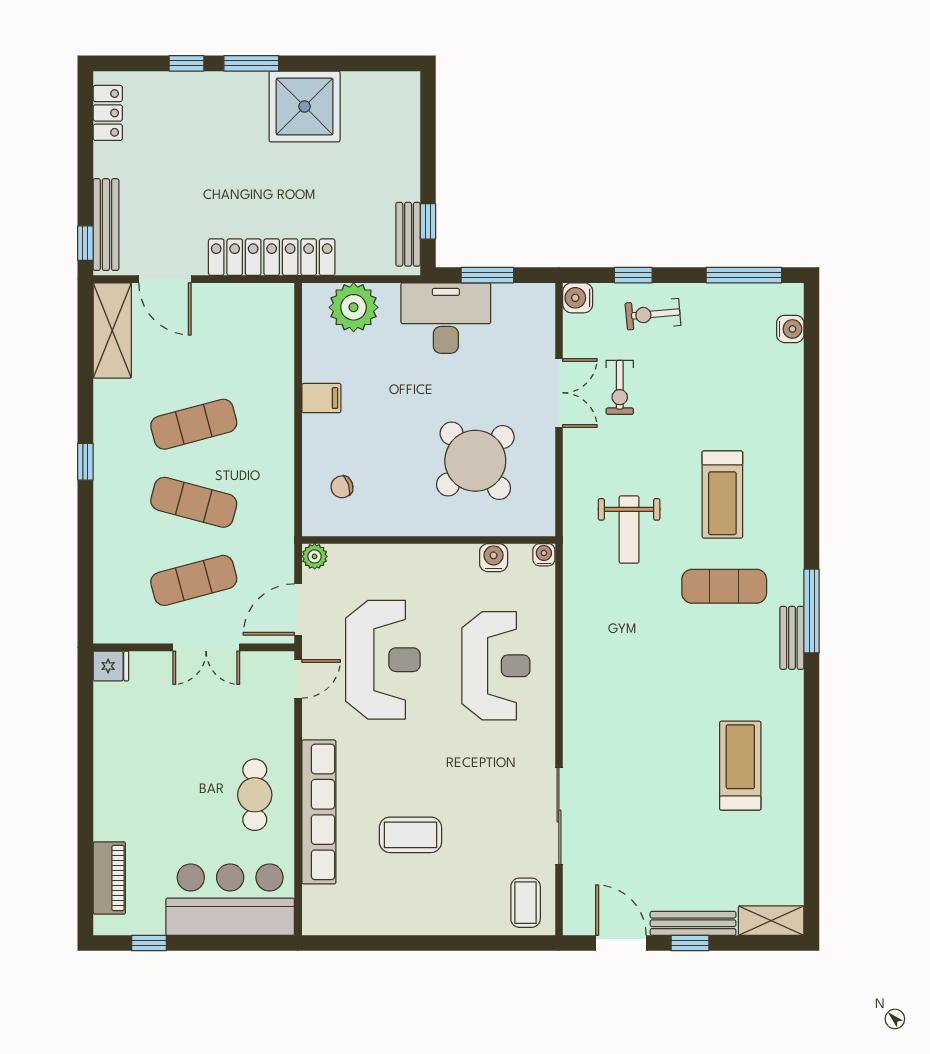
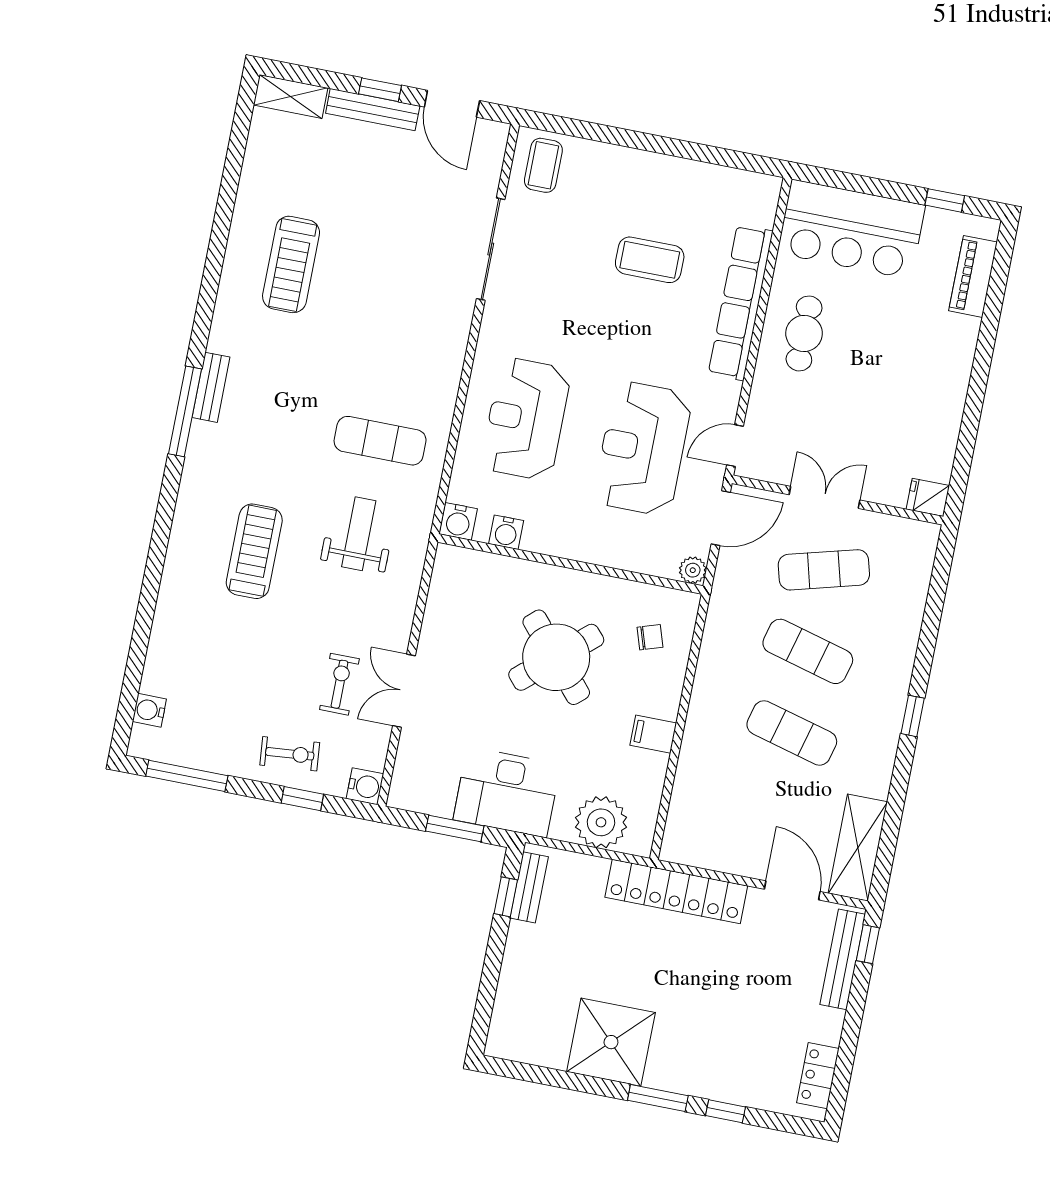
exercise mat: (194, 424) -> (792, 733), turned 30
round table: (475, 461) -> (556, 657), moved
water cooler: (544, 555) -> (458, 521), width x1.38, depth x1.38
exercise mat: (724, 586) -> (380, 441), moved

